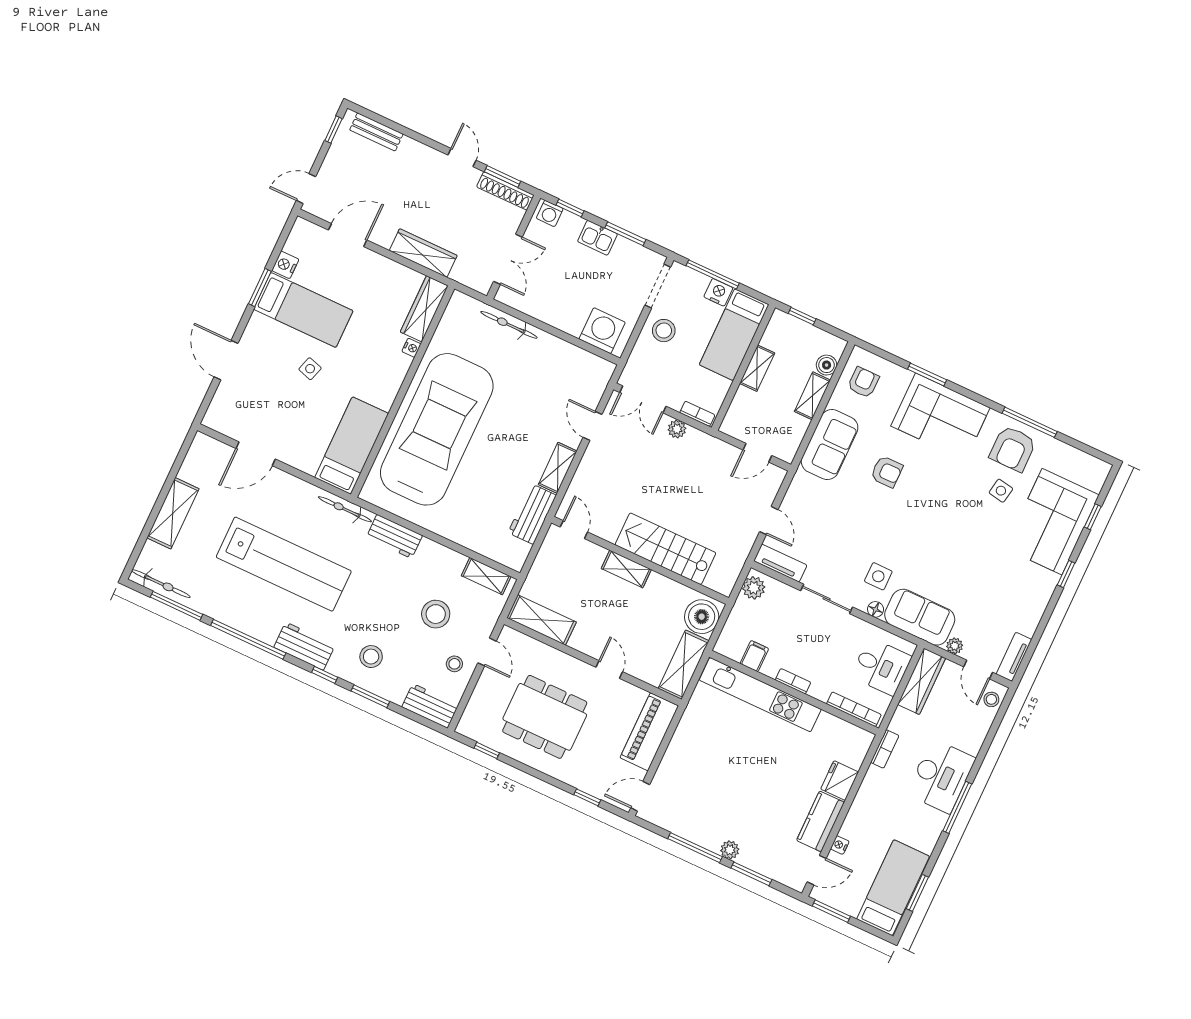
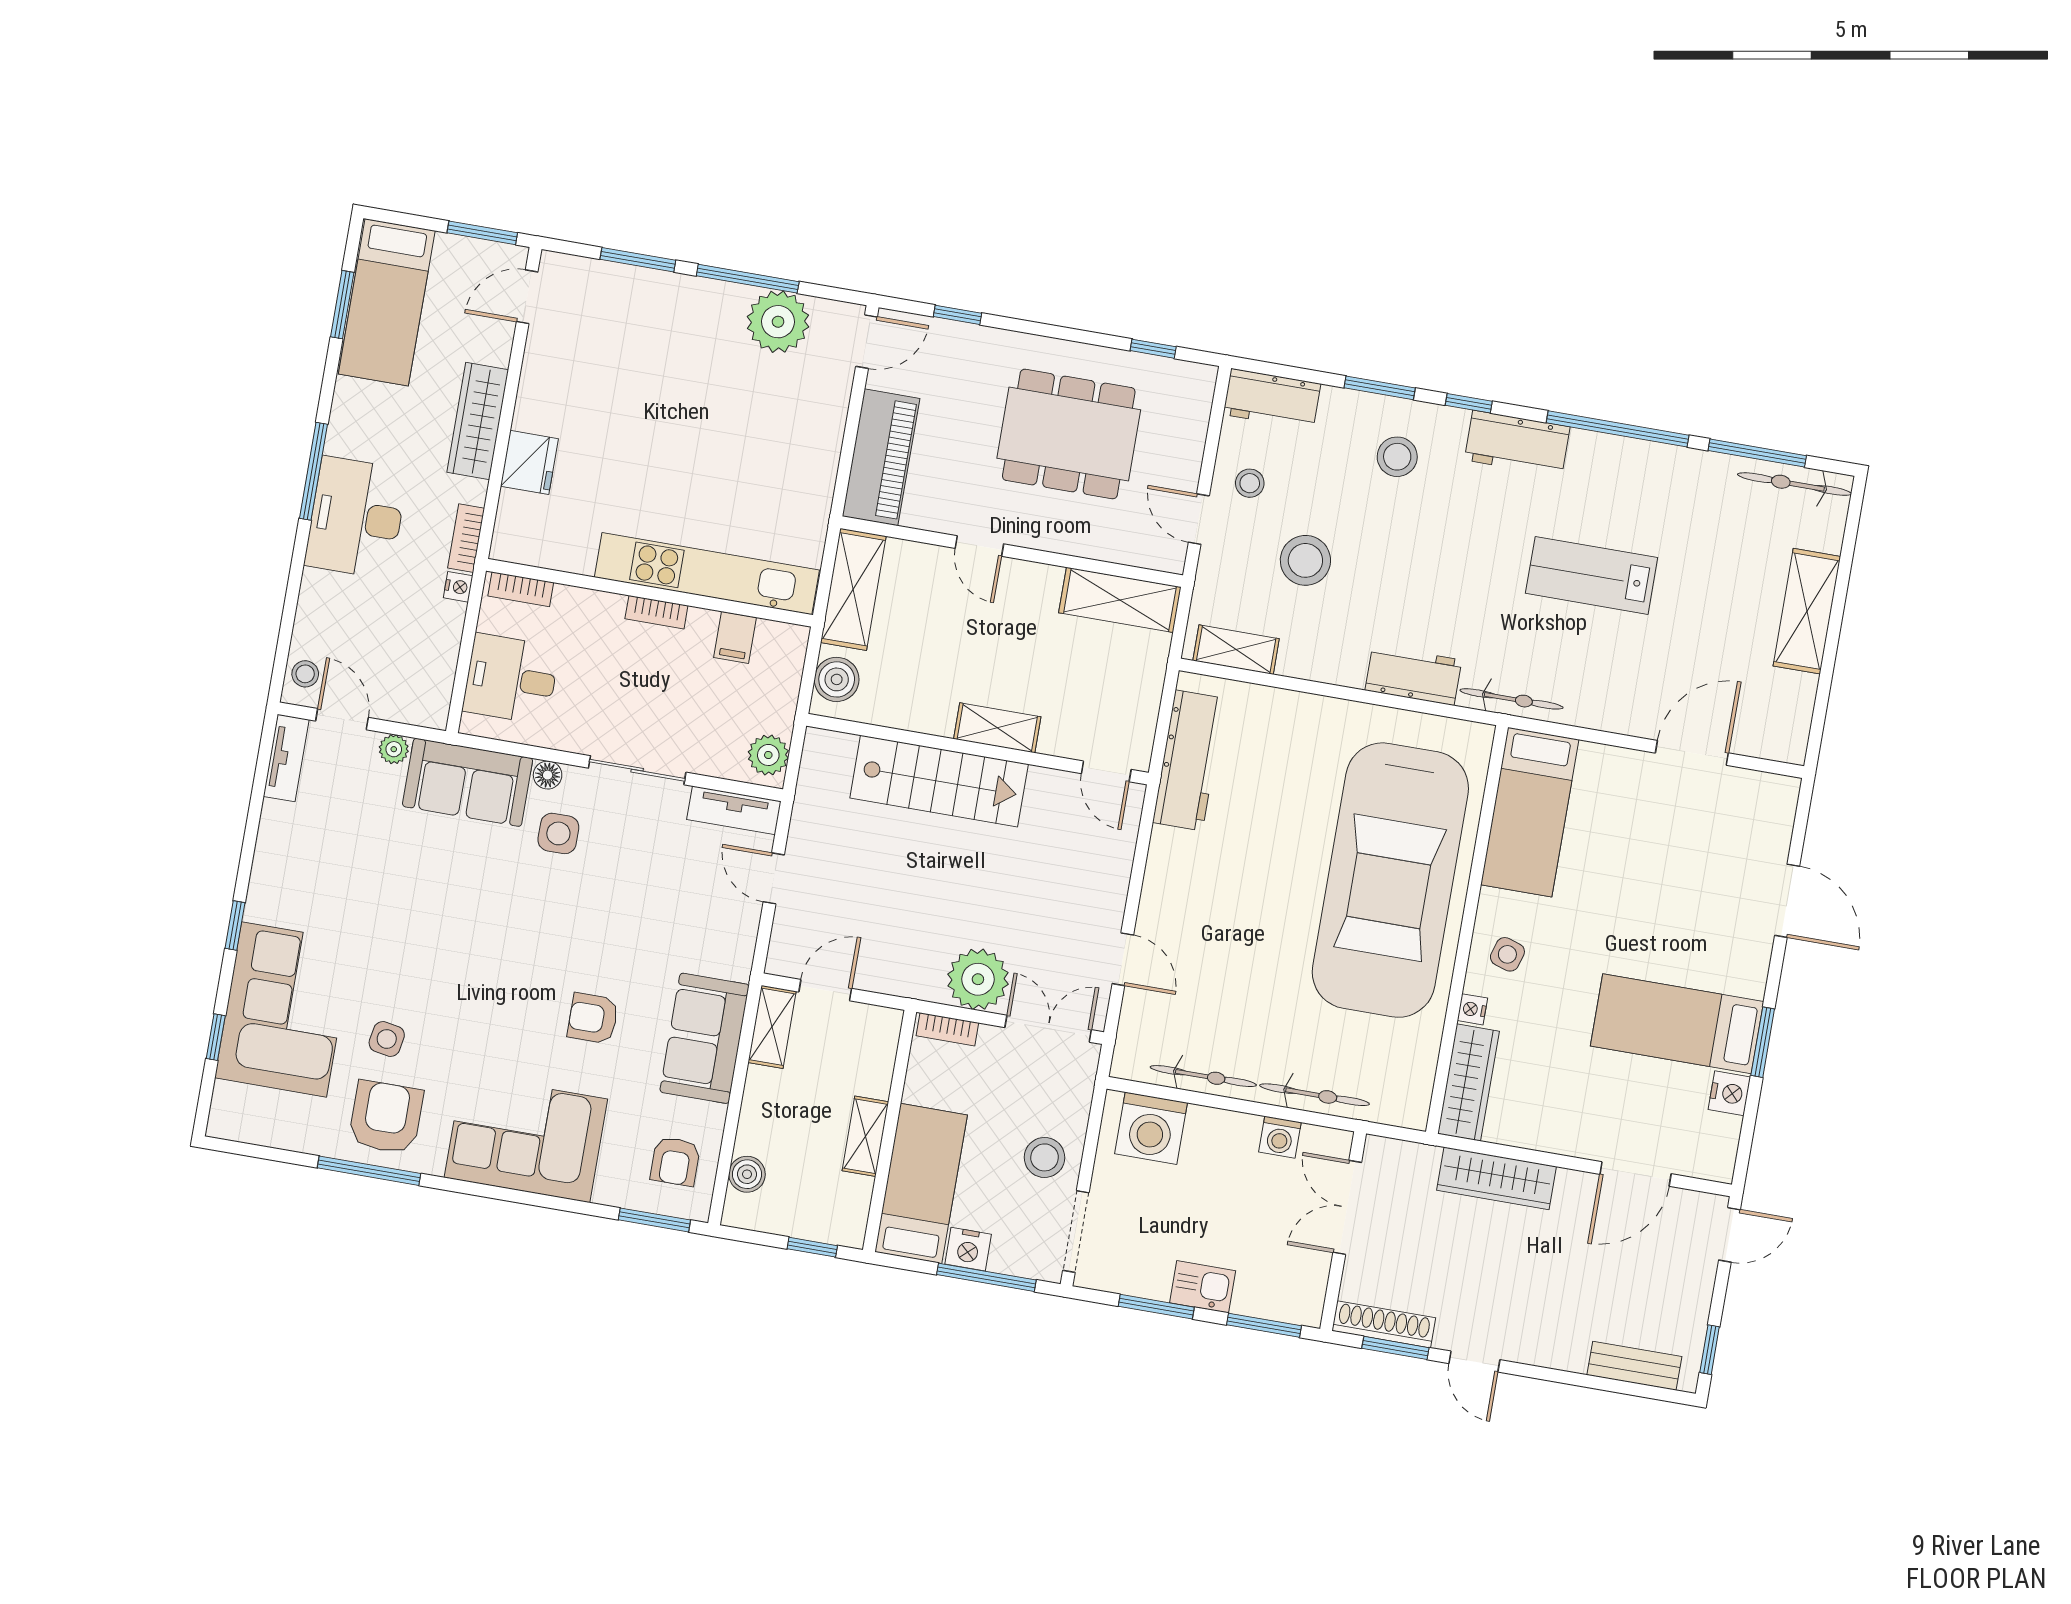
window: (570, 208) -> (1264, 1325), width x1.50
washing machine: (550, 213) -> (1280, 1137), moved, turned 180
bicycle: (566, 351) -> (1203, 1076), added
side table: (310, 369) -> (1507, 954), moved
window: (927, 374) -> (654, 1220), moved
shelving: (812, 396) -> (772, 1027), moved
plant: (677, 429) -> (978, 979), width x1.88, depth x1.88
shelving: (558, 468) -> (1163, 870), removed
workbench: (532, 514) -> (1189, 760), width x1.37
lab bench: (284, 564) -> (1592, 575), width x0.54, depth x0.72
boiler: (702, 617) -> (837, 679), width x0.73, depth x0.73
wardrobe: (922, 681) -> (478, 421), moved
bookcase: (854, 709) -> (521, 589), width x0.64
kitchen counter: (820, 821) -> (543, 383), removed
nightstand: (840, 845) -> (458, 587), moved
plant: (730, 850) -> (778, 322), moved, width x1.88, depth x1.88

